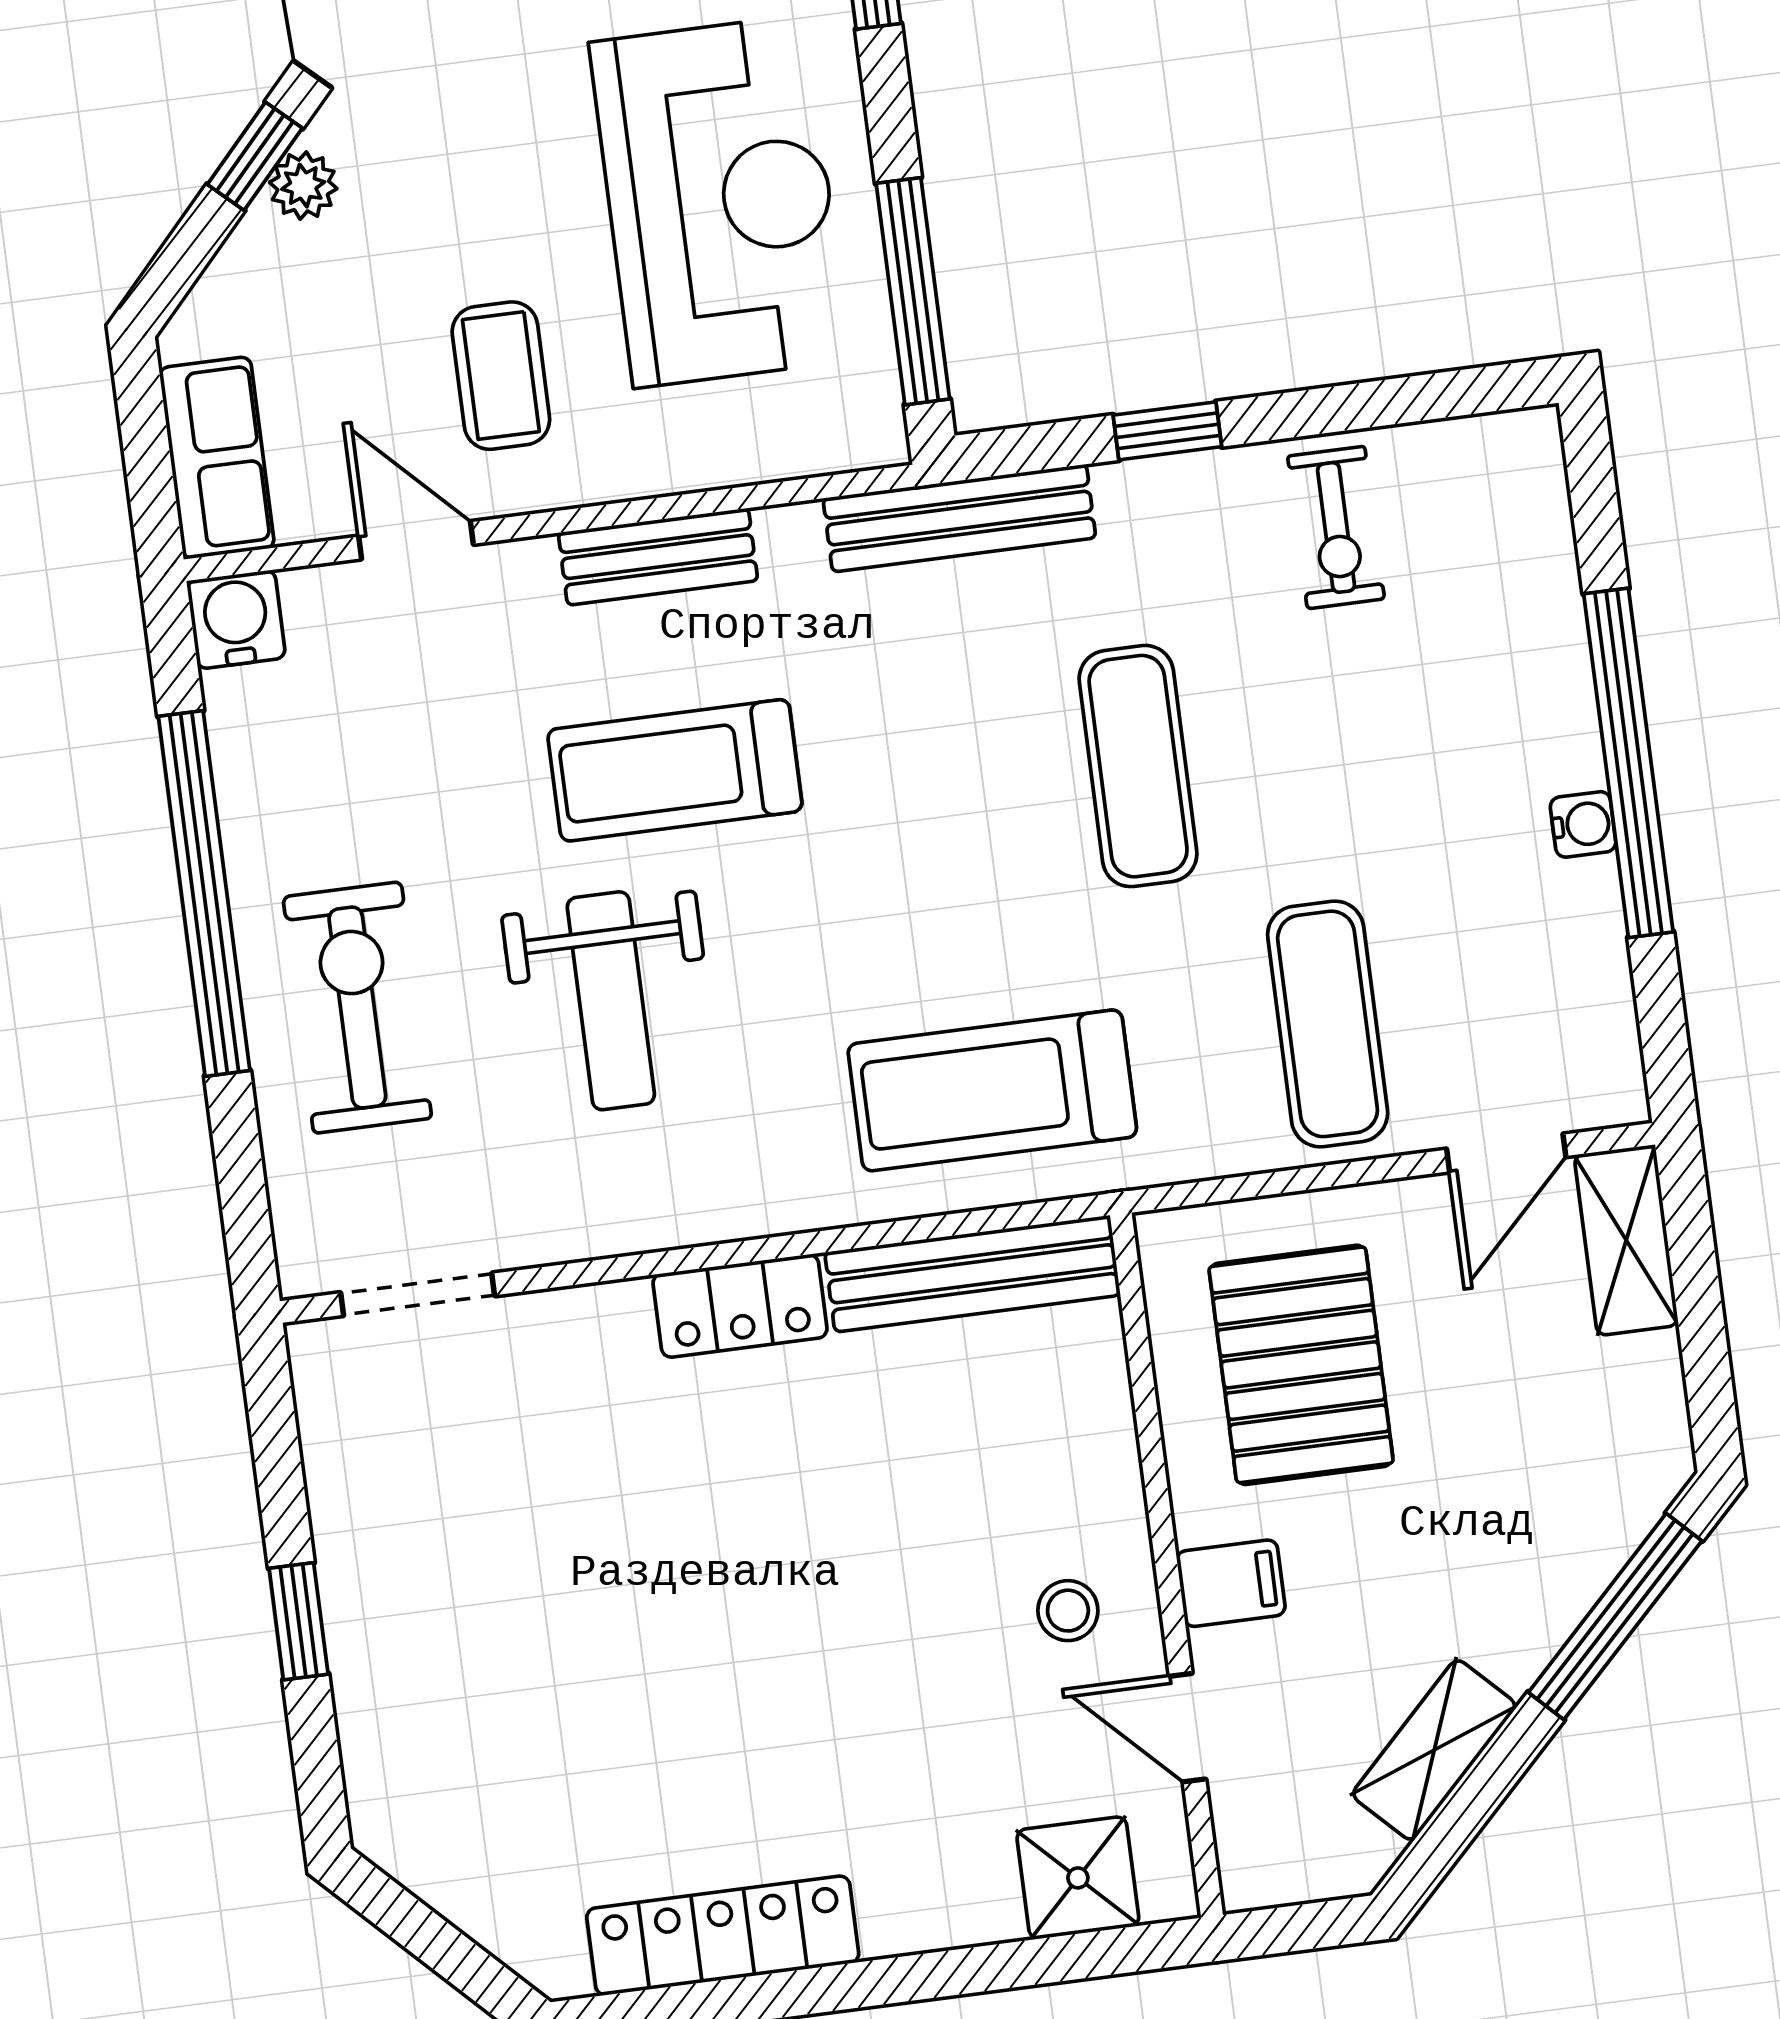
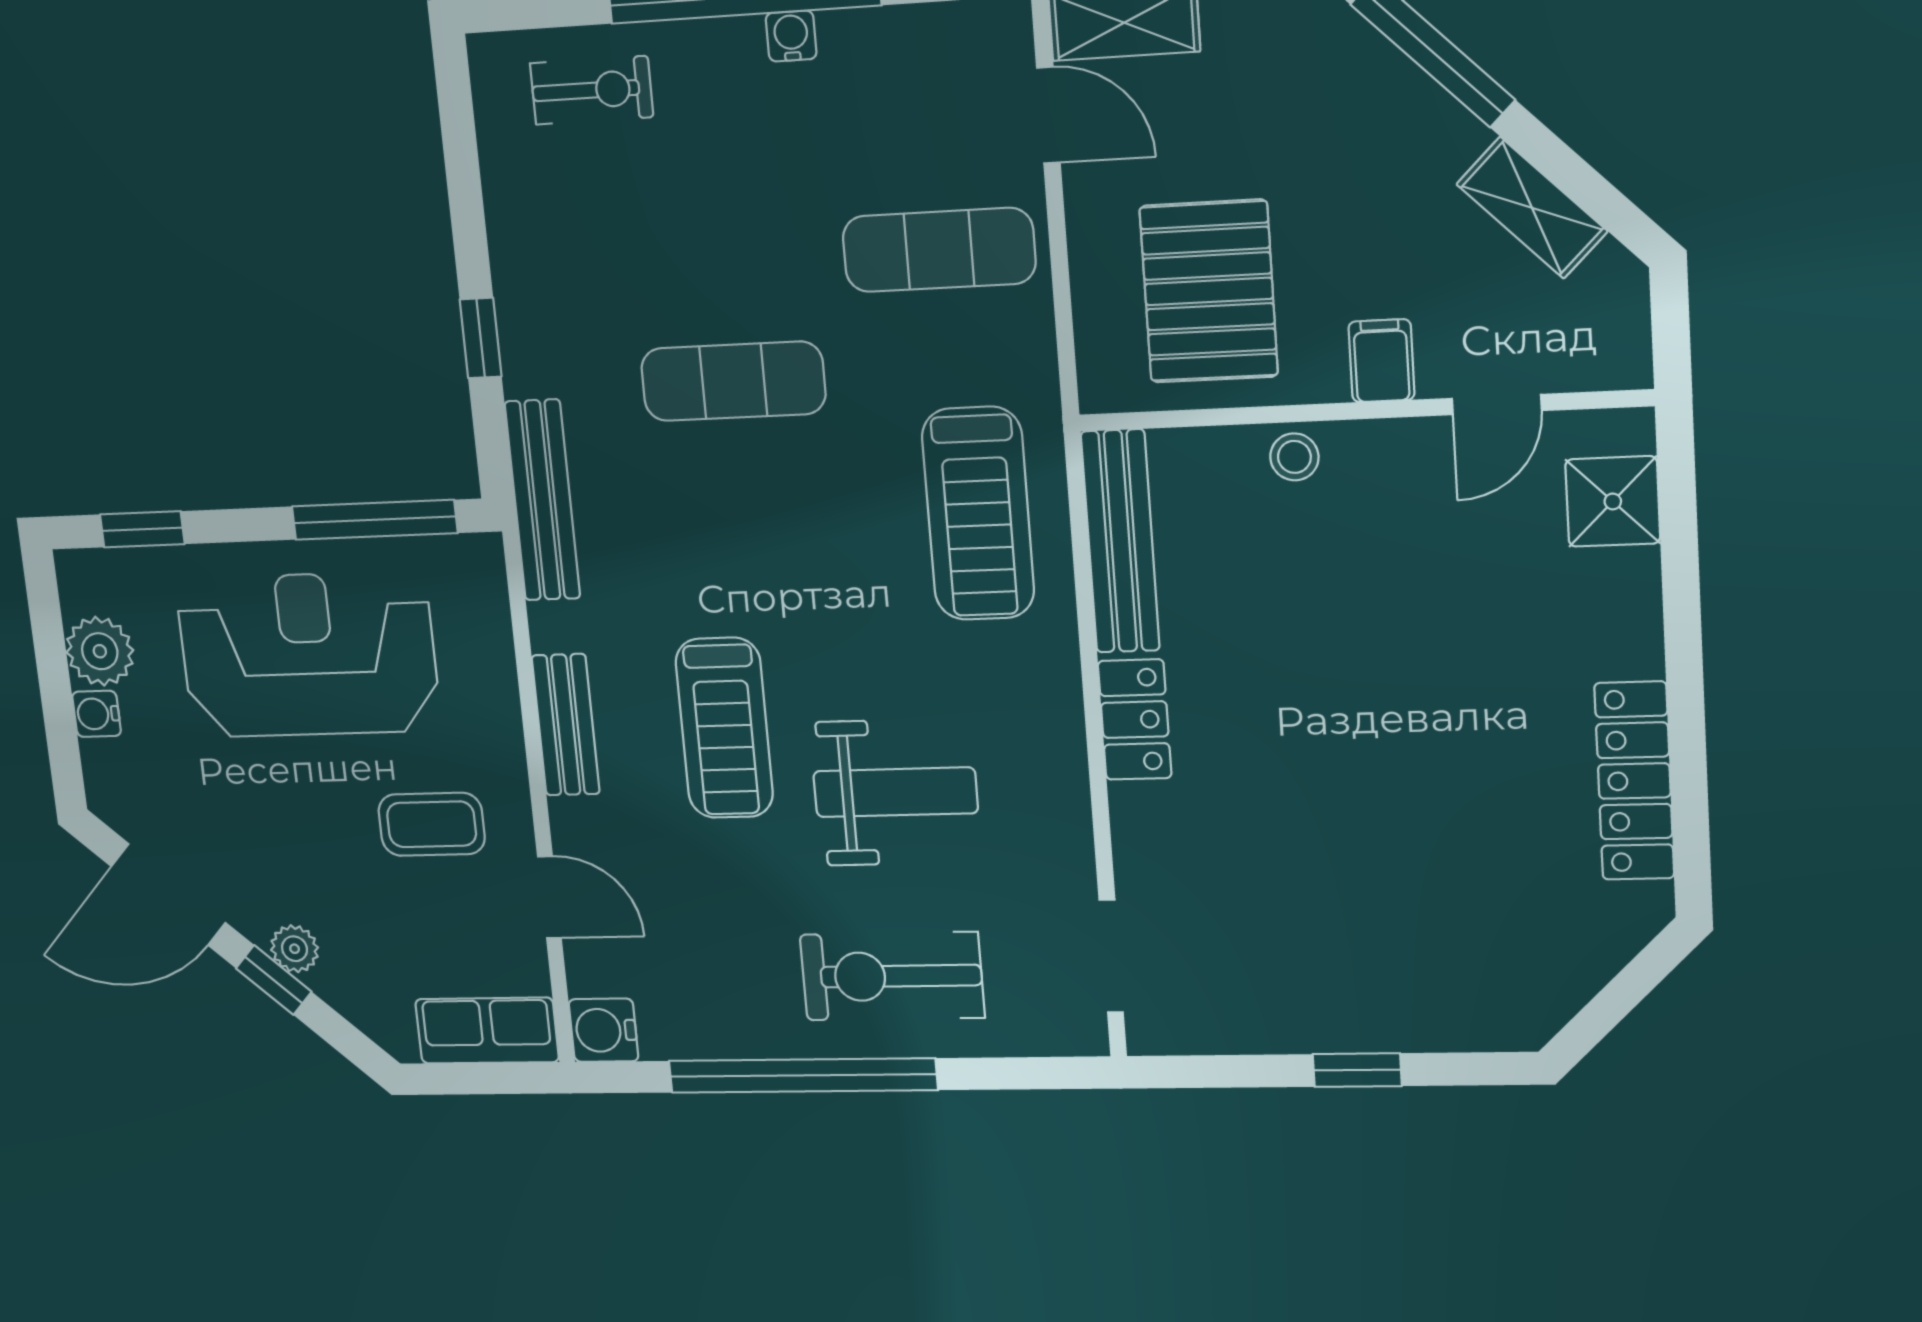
exercise bike: (1336, 527) -> (592, 90), moved
door: (416, 540) -> (549, 897), swing flipped
pallet: (1301, 1365) -> (1209, 291), turned 90
stool: (1068, 1611) -> (1294, 457), moved

